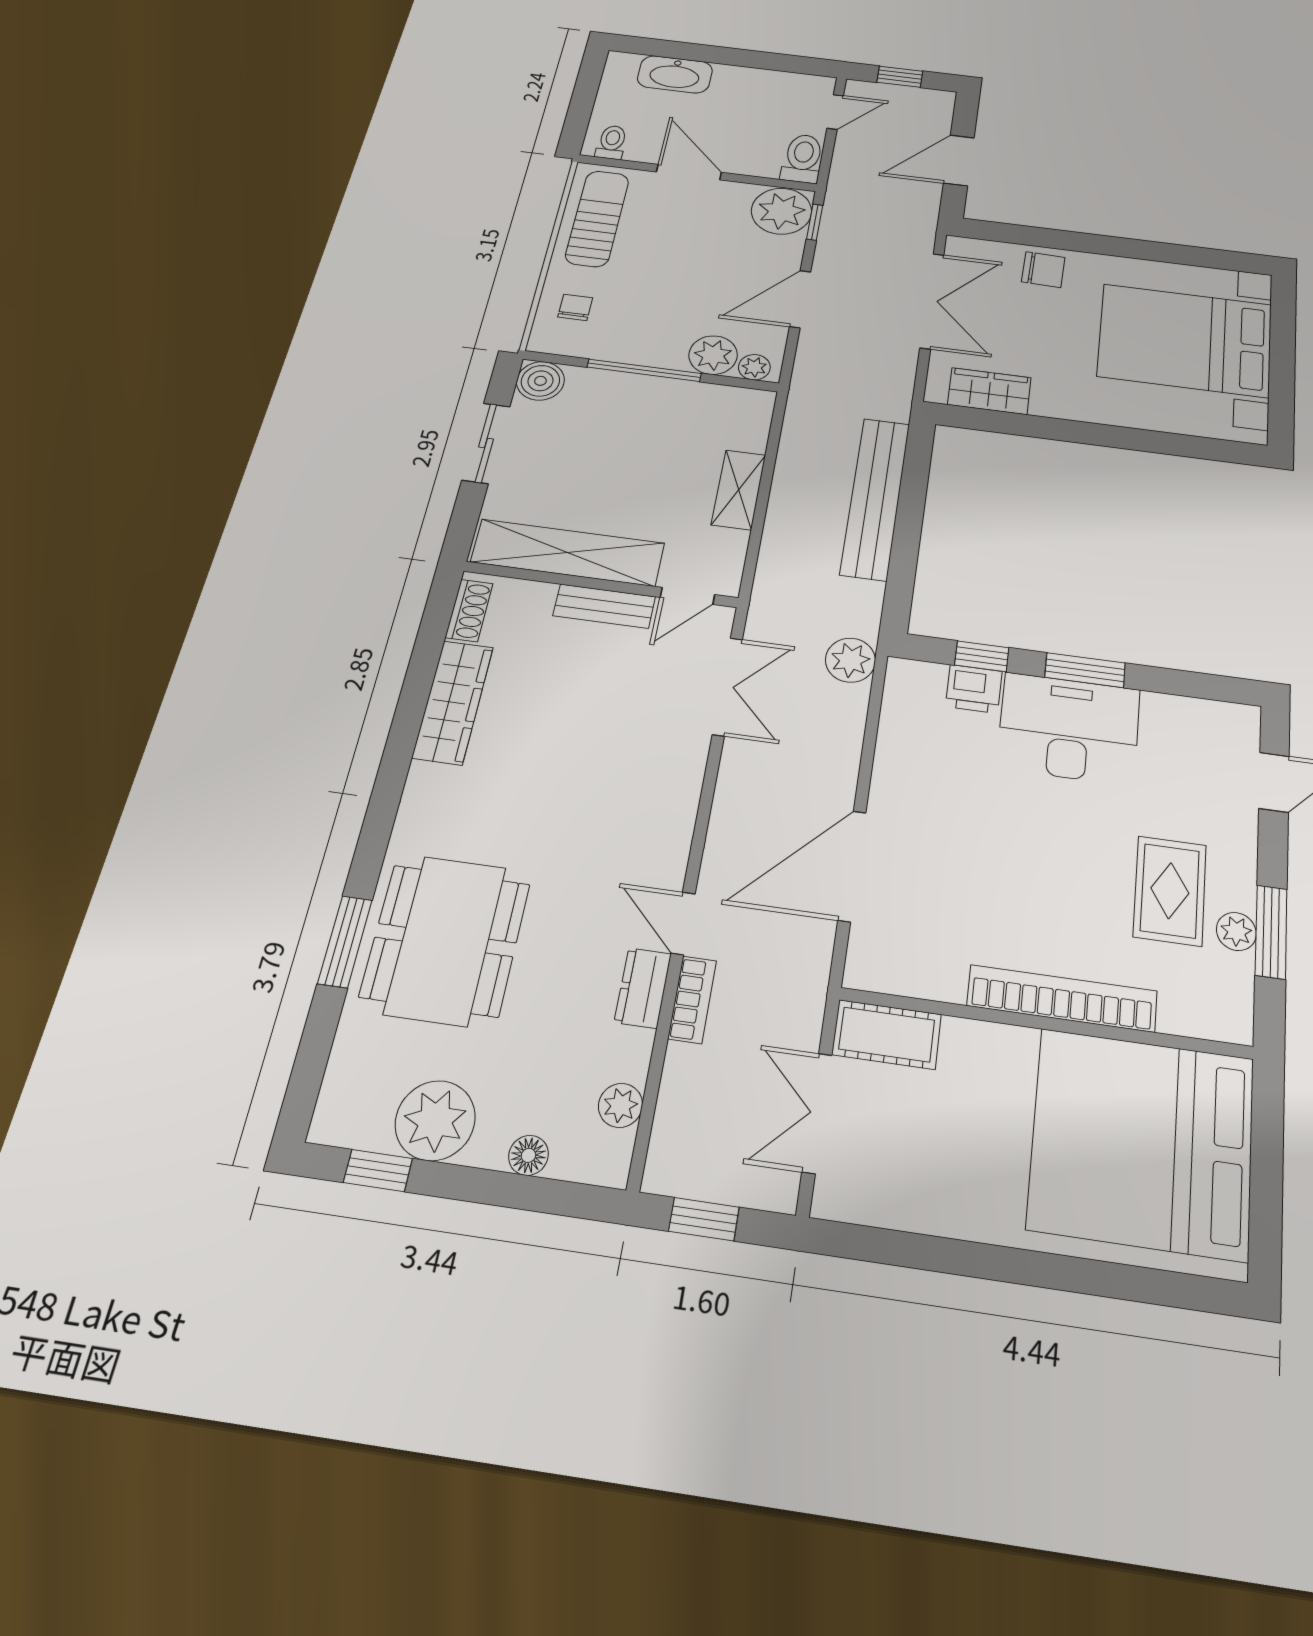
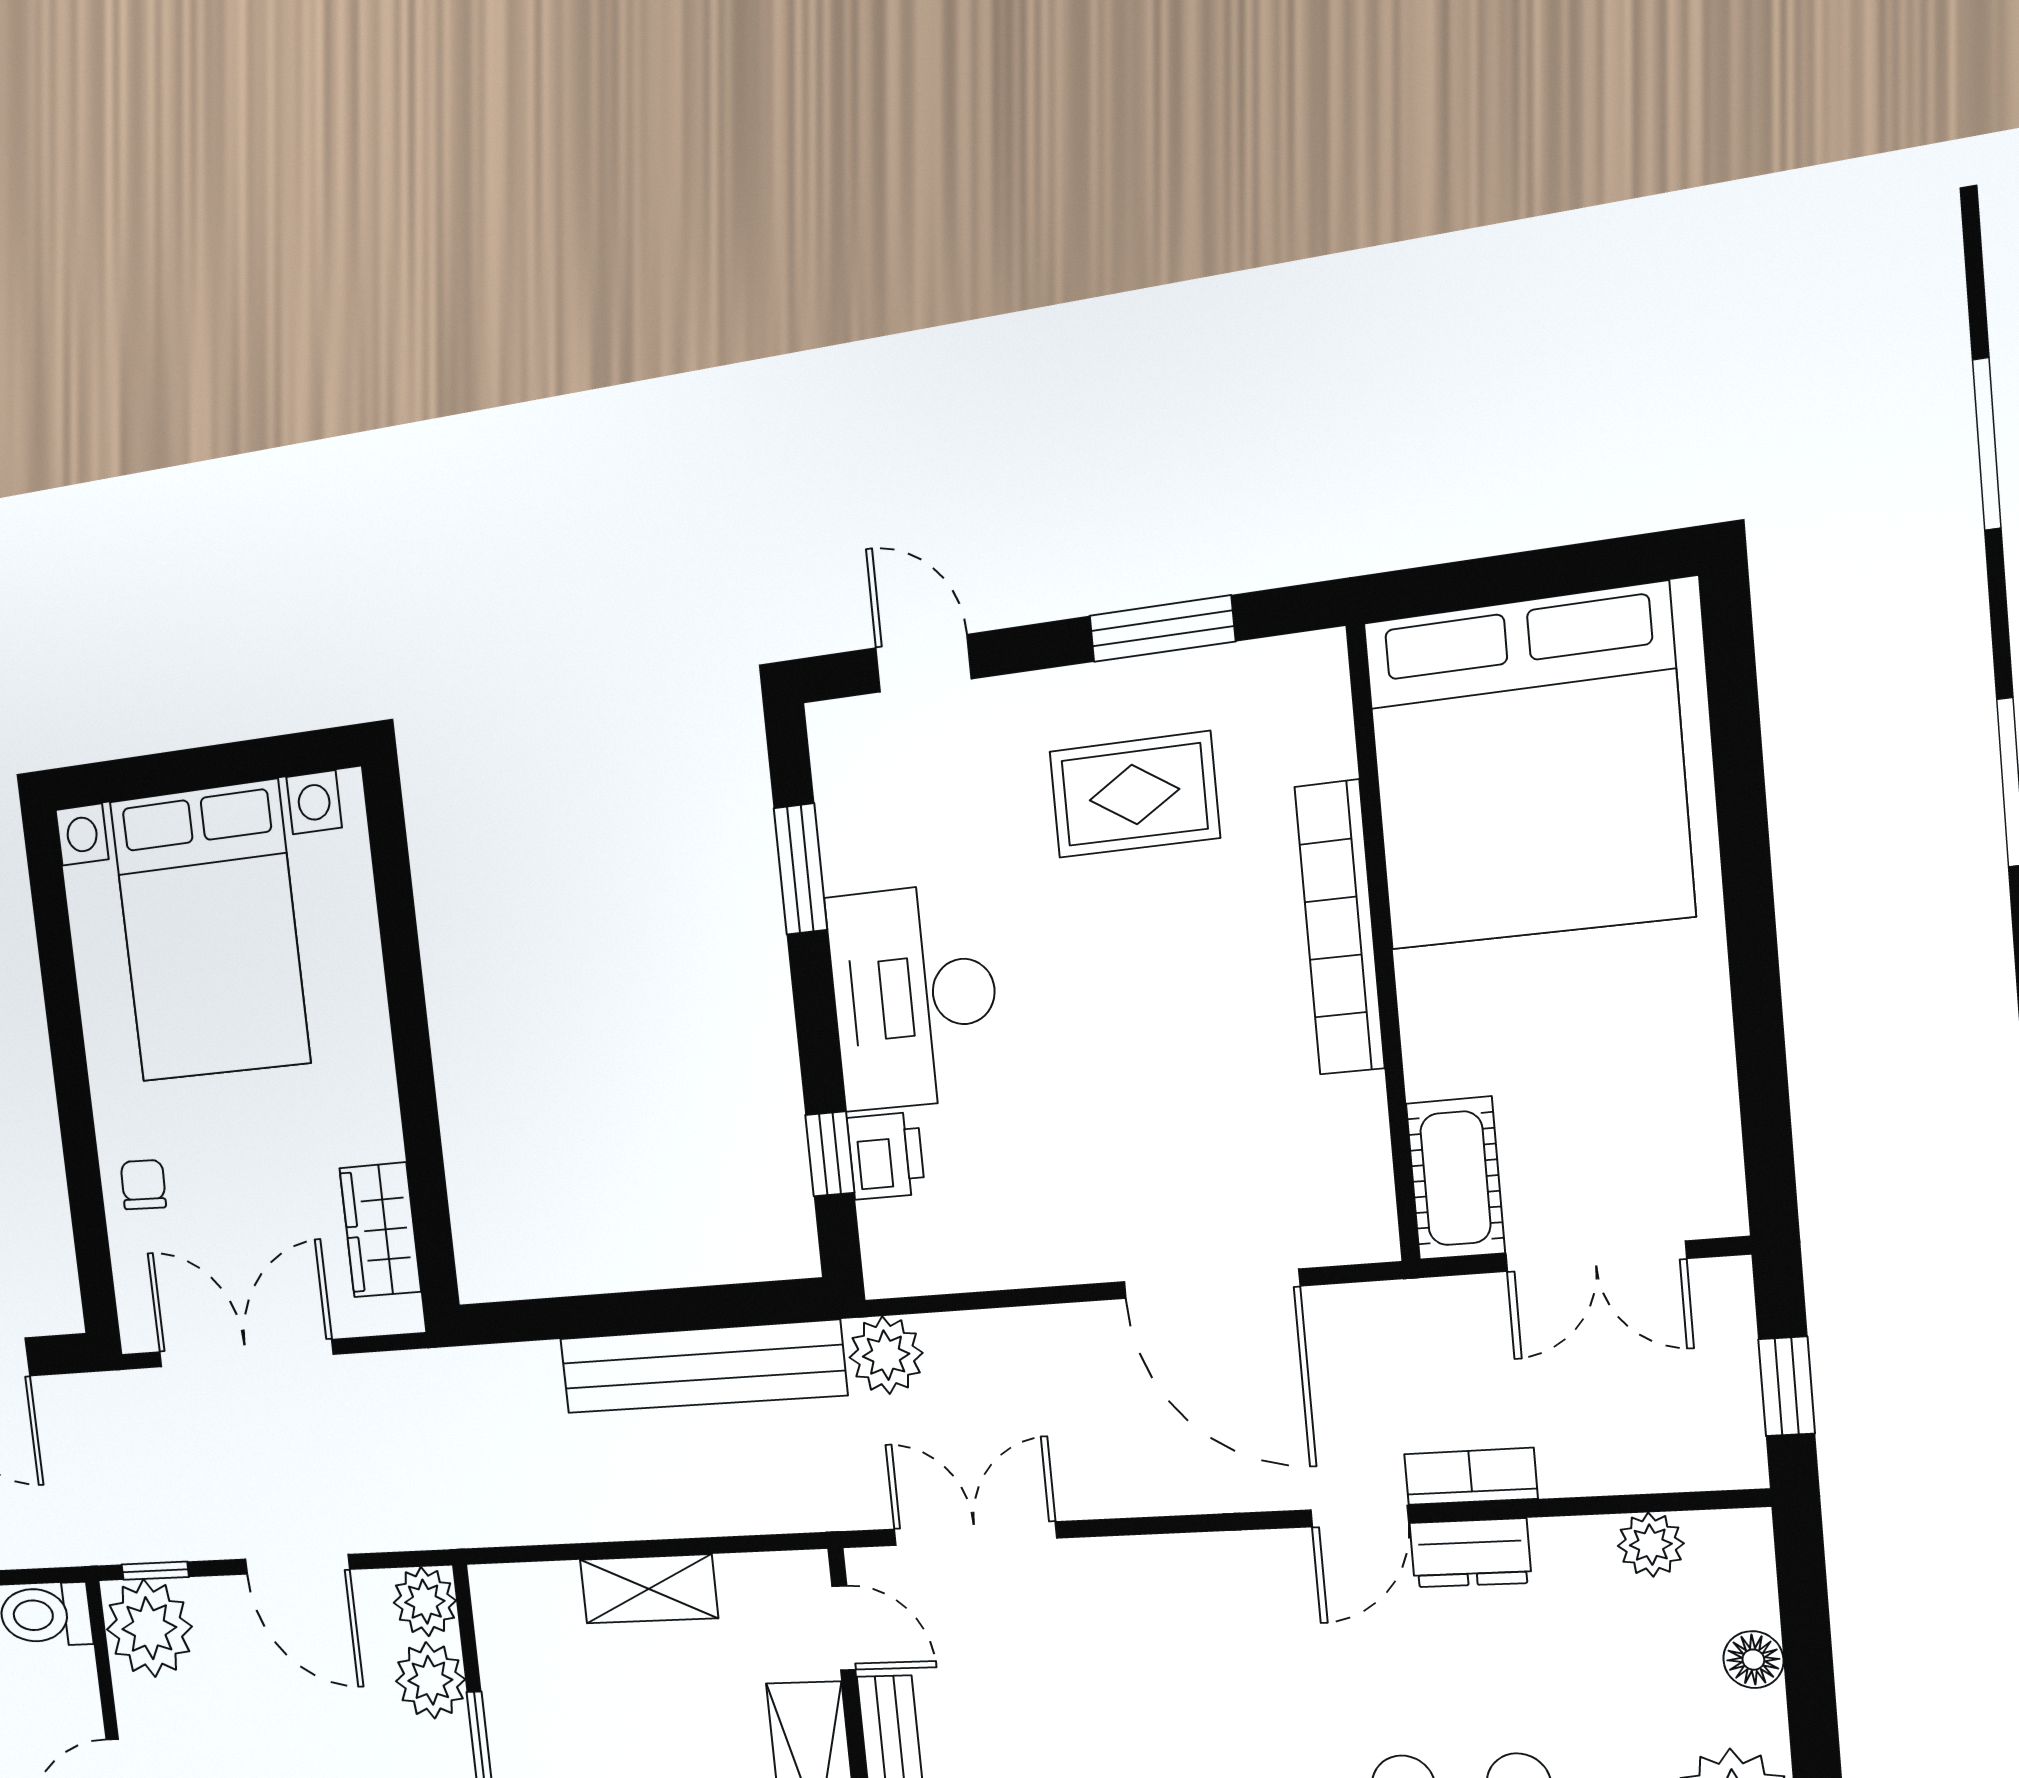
chair: (1043, 270) -> (143, 1185), width x0.73, depth x0.73
plant: (754, 367) -> (425, 1602), width x1.38, depth x1.38
bench: (875, 498) -> (702, 1367), moved
window: (1085, 670) -> (800, 869), moved
plant: (1236, 931) -> (1174, 682), removed

